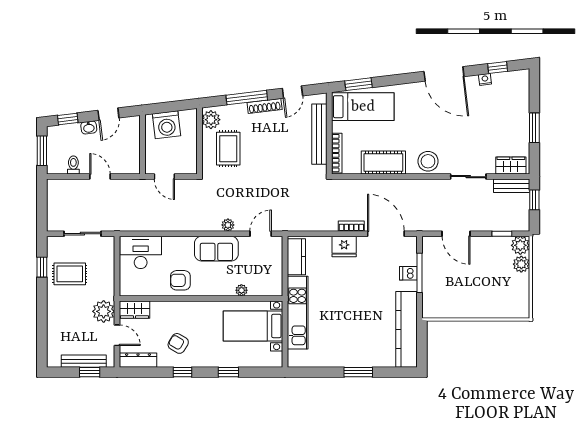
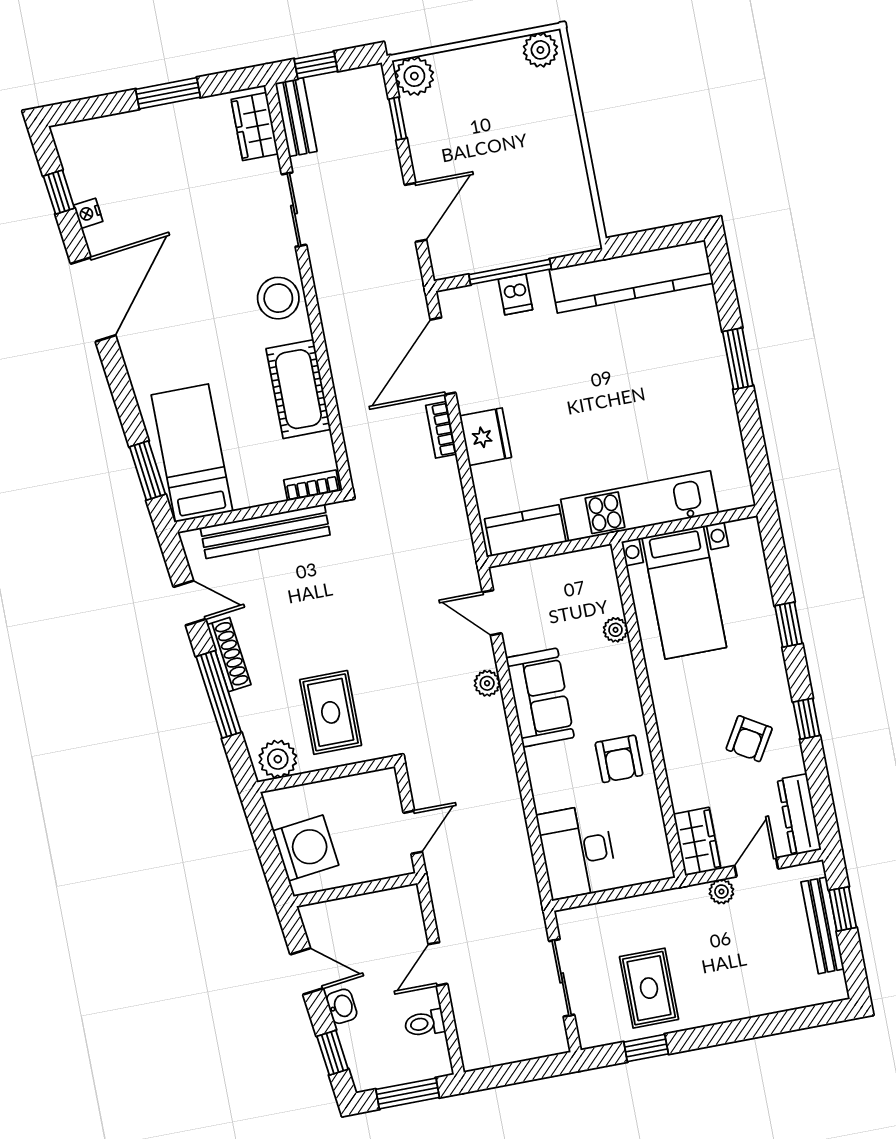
rug: (228, 149) -> (331, 712), turned 90
bookcase: (337, 153) -> (312, 485), width x0.64
plant: (521, 264) -> (540, 50), moved
plant: (104, 311) -> (721, 892), width x0.53, depth x0.53

